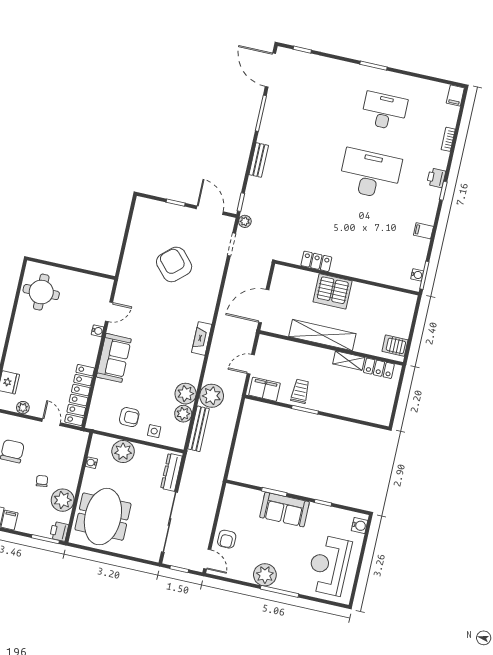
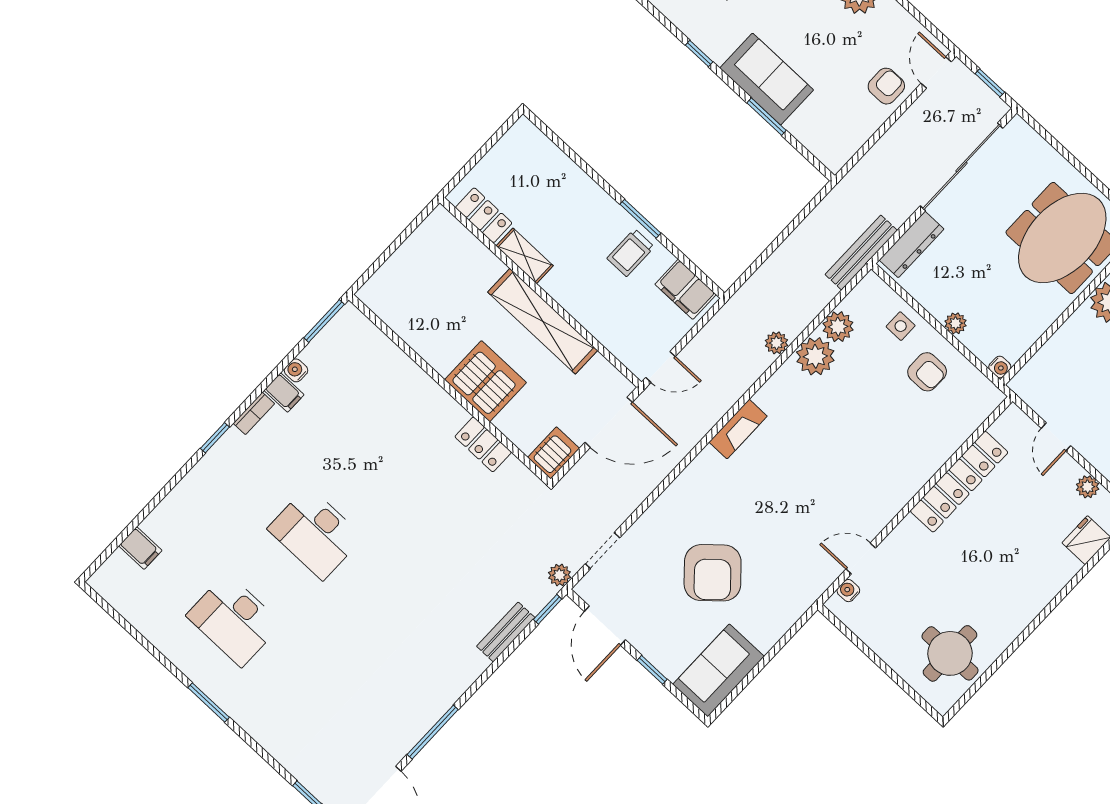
filing cabinet: (455, 95) -> (140, 548), moved, turned 90
bookcase: (448, 139) -> (254, 413), moved
bench: (259, 160) -> (506, 632), moved
desk: (370, 174) -> (315, 533), width x0.73, depth x0.77
printer: (436, 178) -> (214, 465), removed
water cooler: (417, 275) -> (296, 370), moved
water cooler: (98, 331) -> (848, 591), moved
server rack: (395, 346) -> (554, 453), moved, turned -90
sofa: (114, 358) -> (718, 670), moved
door: (251, 364) -> (661, 367), moved
locker: (80, 395) -> (959, 482), moved
plant: (212, 396) -> (776, 343), width x0.53, depth x0.53
armchair: (129, 417) -> (927, 372), turned 180
bench: (199, 429) -> (861, 252), moved
plant: (123, 451) -> (956, 323), width x0.53, depth x0.53
water cooler: (91, 463) -> (1000, 367), moved

